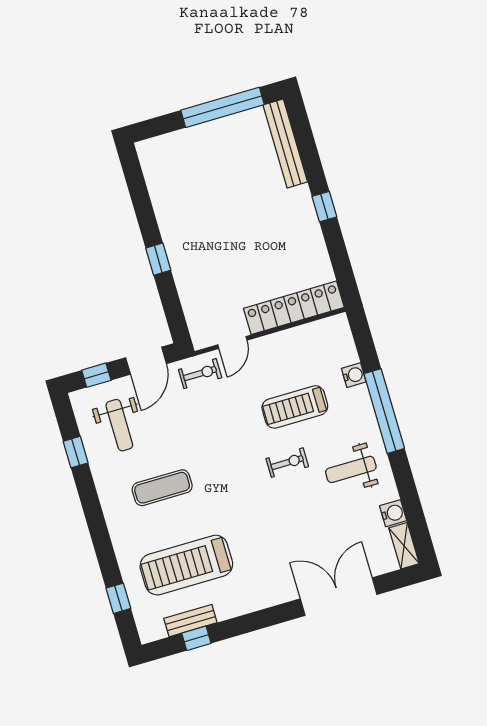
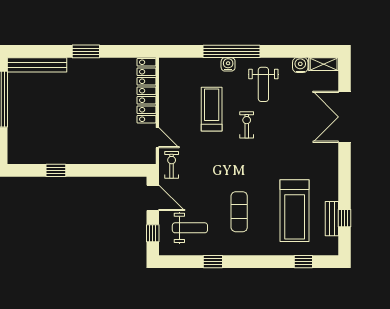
window: (324, 207) -> (86, 51), width x1.50
window: (158, 259) -> (56, 170), moved
water cooler: (354, 375) -> (228, 64), moved
treadmill: (295, 407) -> (212, 109), turned 180
window: (76, 452) -> (213, 262), moved

